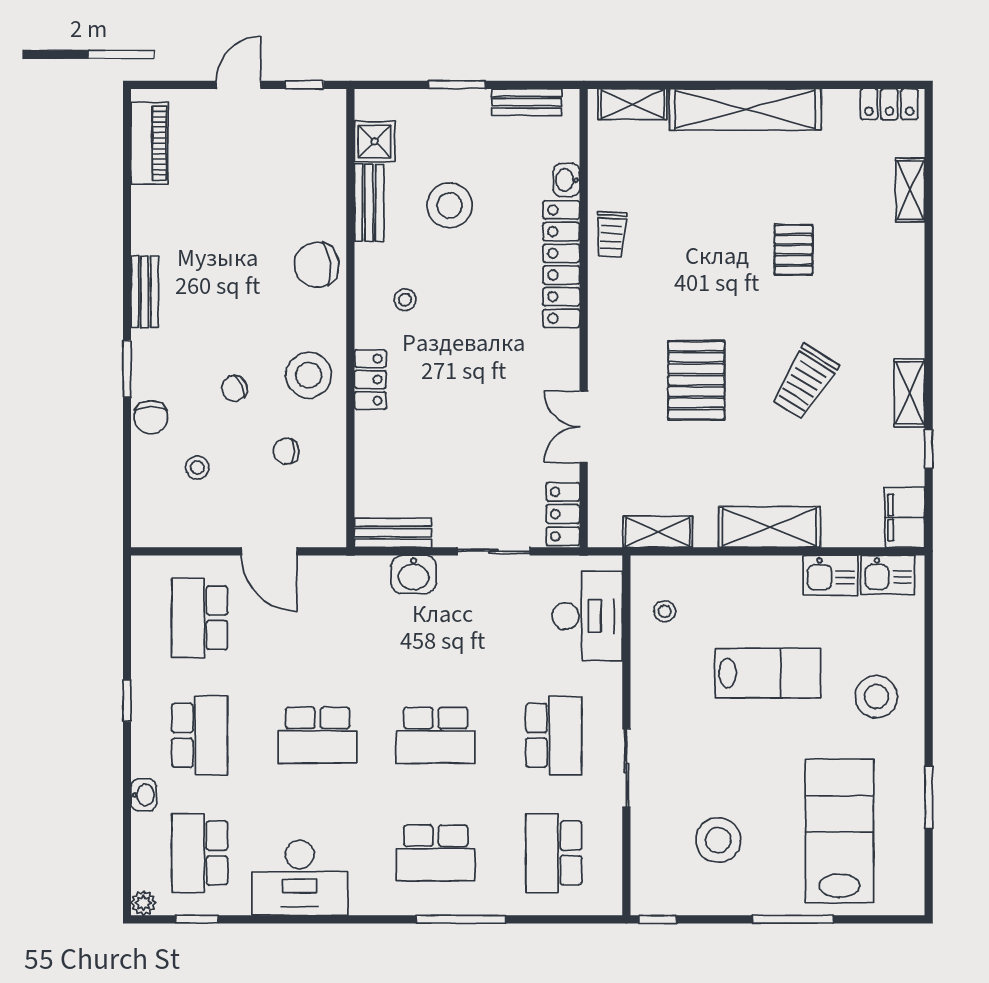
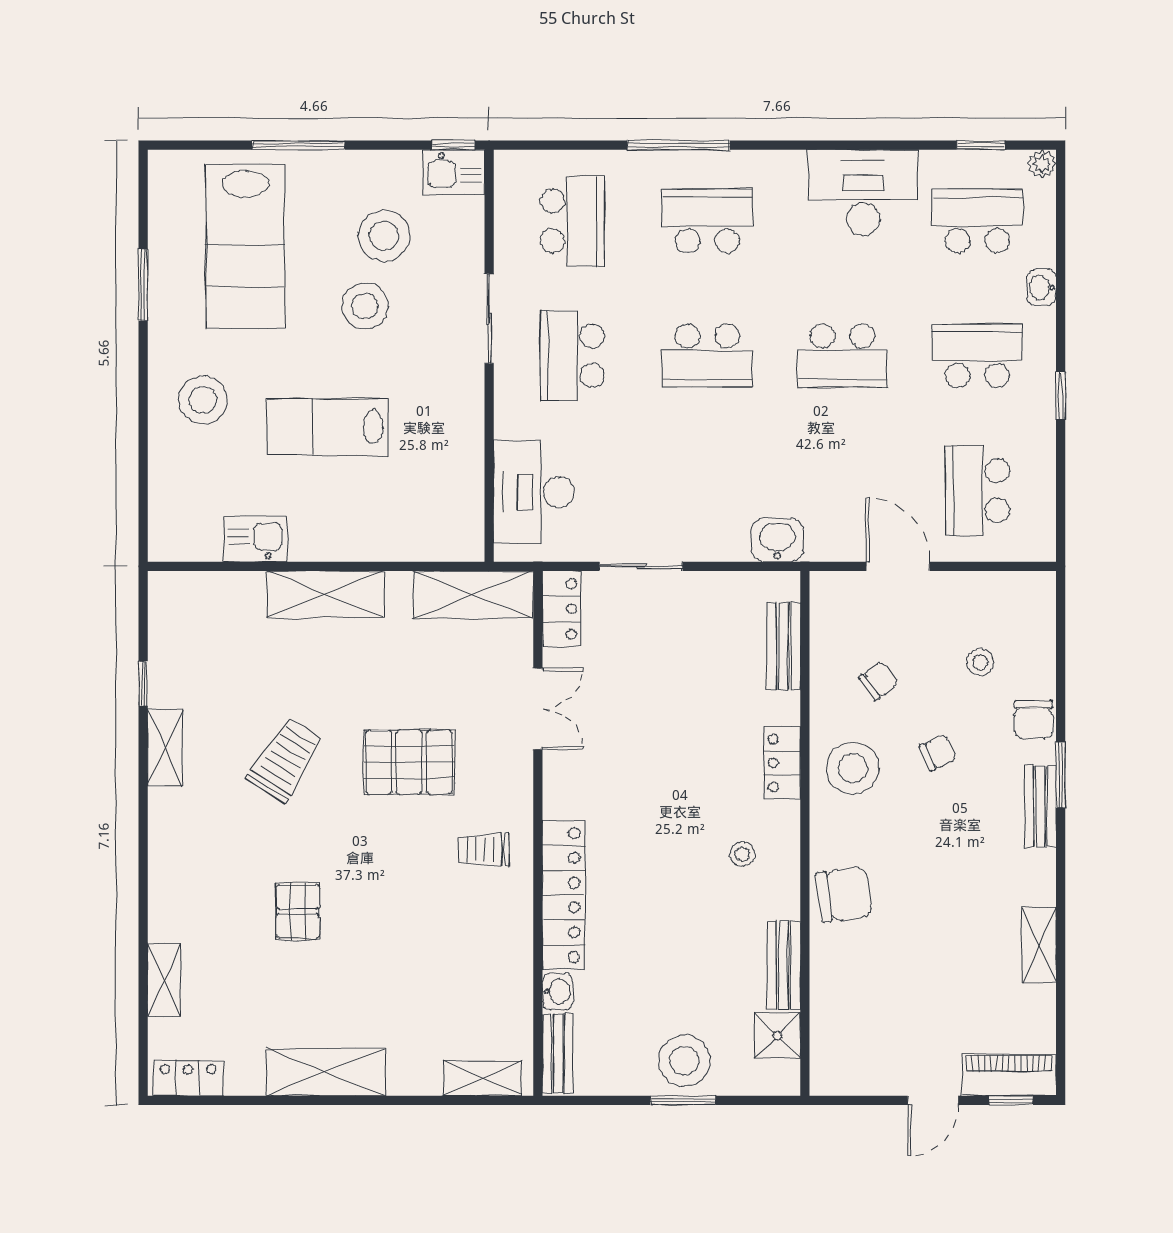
window: (304, 85) -> (1011, 1100), moved
bench: (527, 102) -> (558, 1053), moved, turned 90
shelving: (745, 109) -> (325, 1072), width x0.68
piano: (149, 143) -> (1009, 1075), moved, turned 90
stool: (450, 205) -> (684, 1061), moved
shelving: (146, 220) -> (1039, 945), added
trolley: (611, 234) -> (484, 850), moved, turned -93
bench: (145, 292) -> (1041, 806), moved
pallet: (696, 380) -> (409, 762), turned 90
chair: (151, 417) -> (1033, 720), turned 180
chair: (286, 451) -> (879, 681), turned -36
filing cabinet: (905, 517) -> (170, 605), removed
shelving: (658, 532) -> (473, 595), width x1.50, depth x1.33
bench: (393, 533) -> (784, 646), moved, turned 90
washbasin: (414, 574) -> (777, 540), moved
kitchen sink: (888, 575) -> (454, 172), moved, turned 180
stool: (665, 611) -> (365, 306), moved, width x1.89, depth x1.89
school desk: (200, 618) -> (978, 490), turned 180
school desk: (200, 735) -> (978, 356), turned 90
school desk: (318, 735) -> (842, 356), turned 180
school desk: (436, 735) -> (707, 356), turned 180
school desk: (200, 853) -> (978, 221), turned -90

